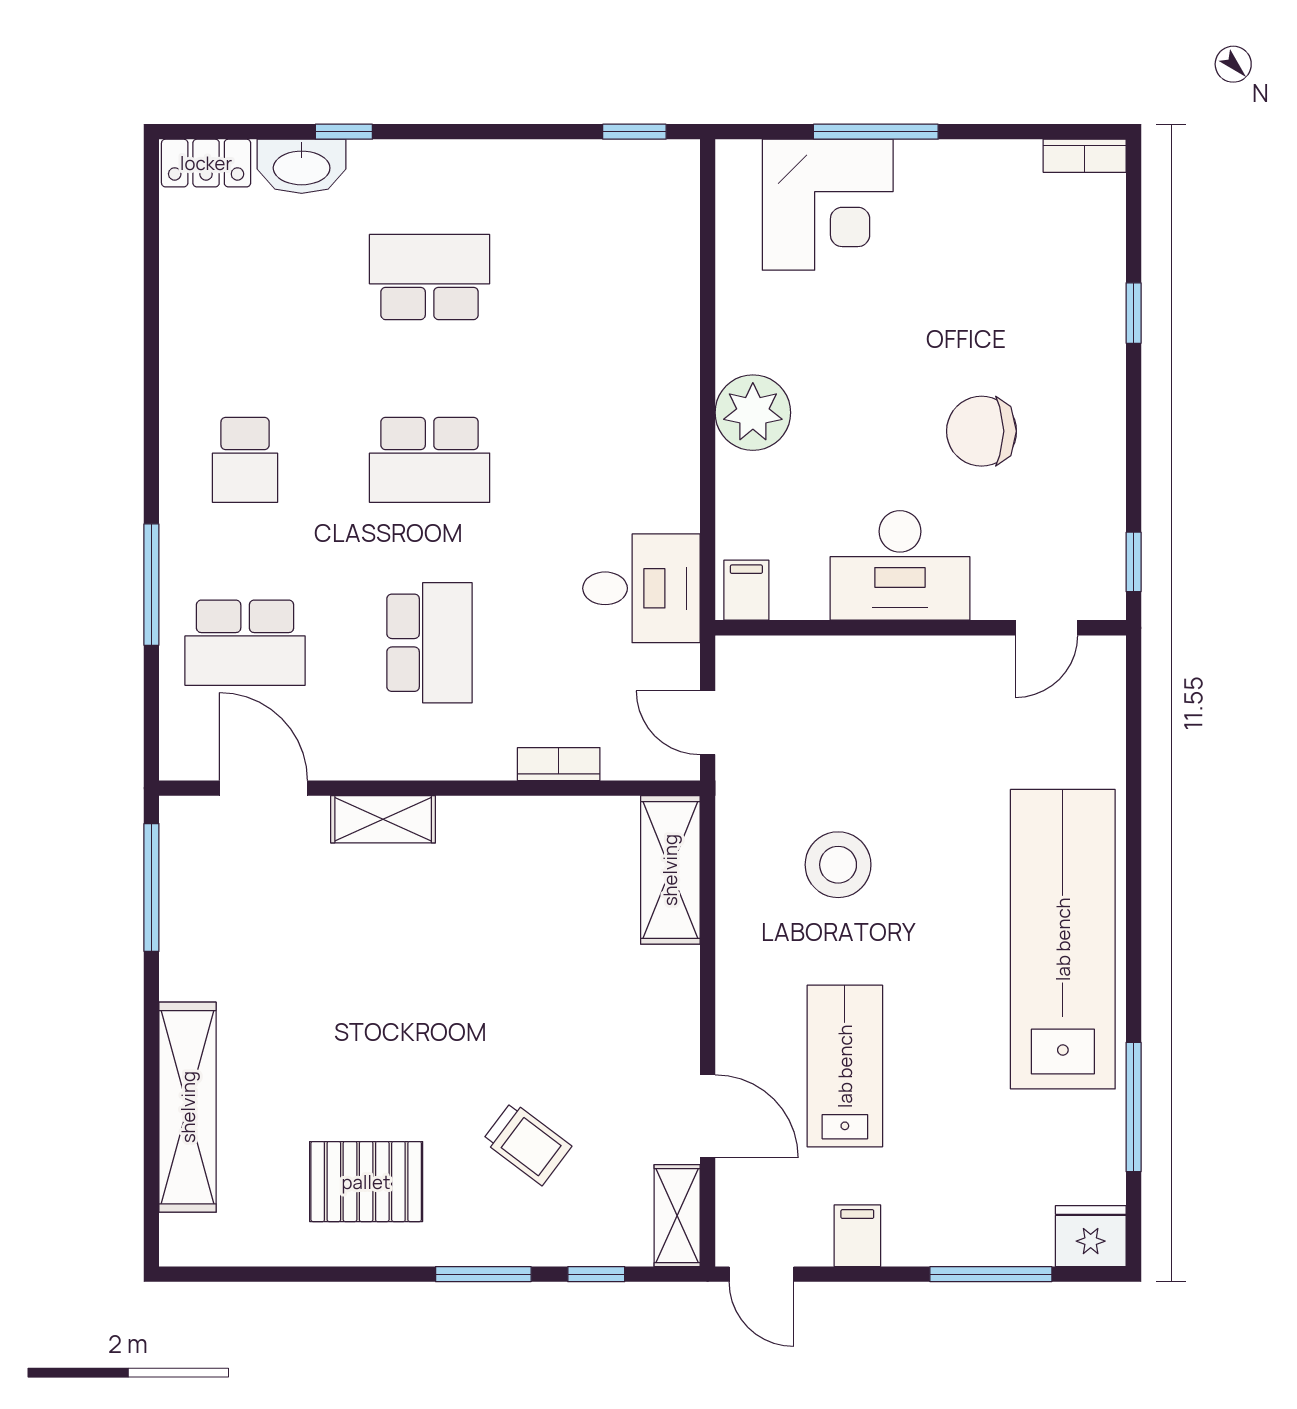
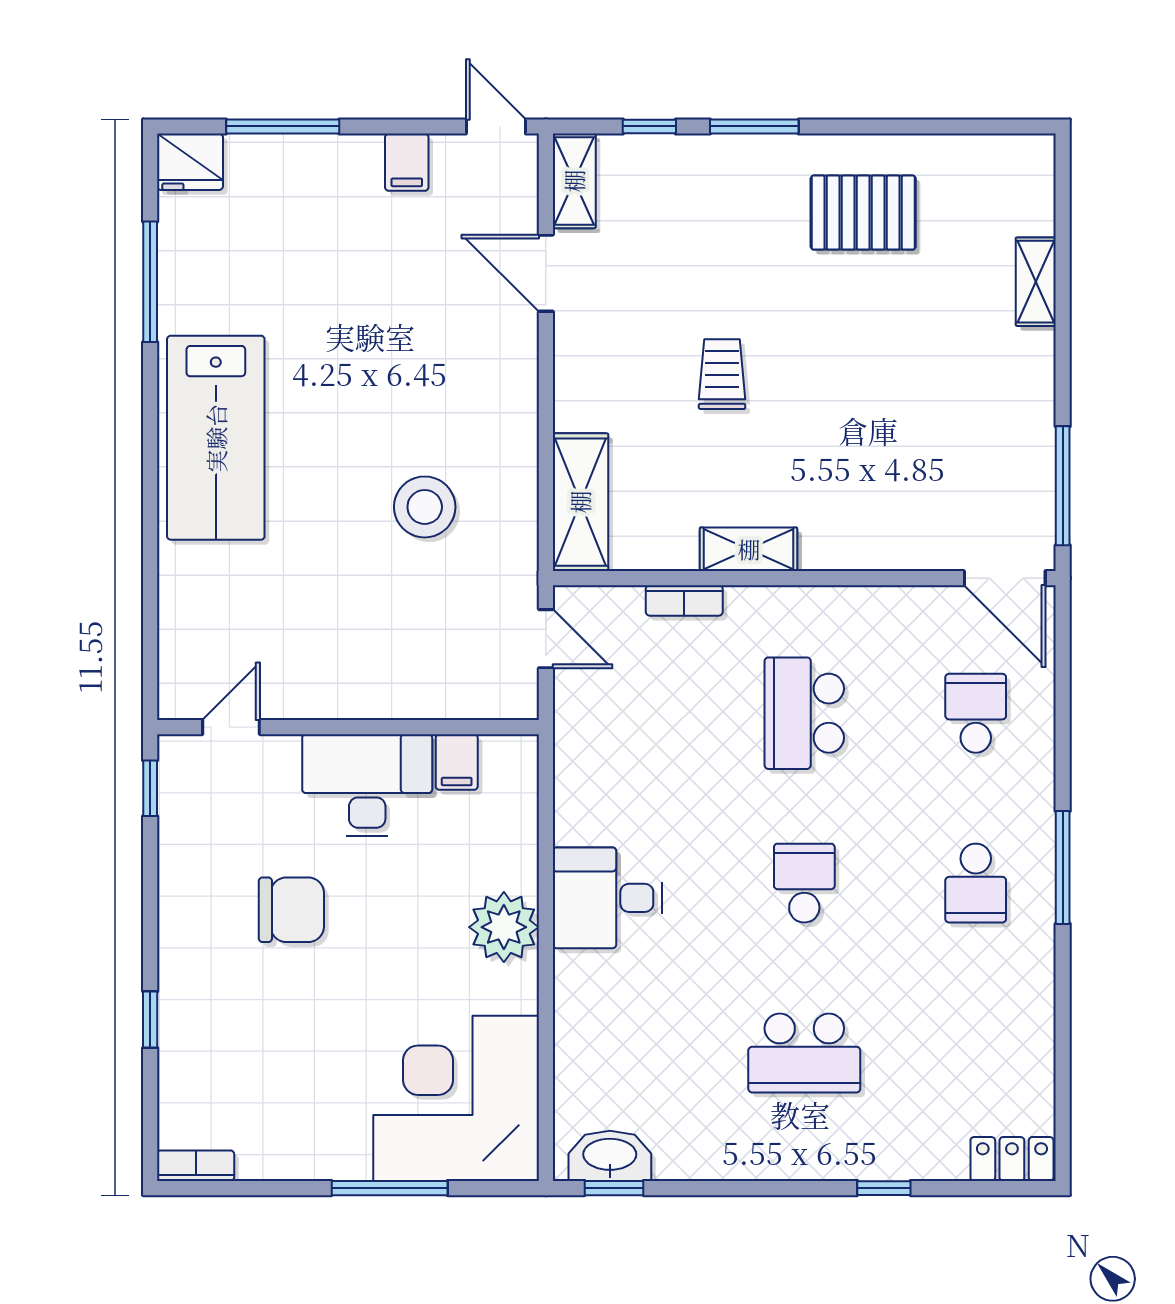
washbasin: (302, 166) -> (610, 1156), moved
corner desk: (828, 205) -> (456, 1098), width x1.36, depth x1.36
school desk: (245, 460) -> (976, 883), turned 180
school desk: (430, 460) -> (804, 883), width x0.54
window: (151, 585) -> (1063, 867), moved
desk: (641, 588) -> (607, 898), moved
filing cabinet: (746, 590) -> (457, 762), moved
school desk: (245, 643) -> (976, 713), width x0.54
door: (263, 788) -> (1005, 578), moved
shelving: (383, 819) -> (749, 549), moved
lab bench: (1063, 939) -> (216, 438), width x0.73
lab bench: (845, 1066) -> (418, 320), removed
shelving: (188, 1107) -> (1036, 282), width x0.45, depth x0.75
trolley: (527, 1143) -> (722, 374), moved, turned 53

